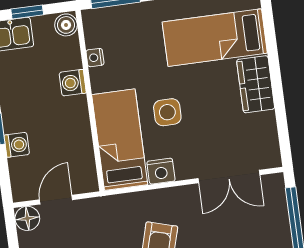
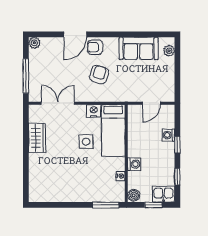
bed: (215, 38) -> (55, 178), removed
wardrobe: (256, 84) -> (37, 138), moved
floor lamp: (27, 218) -> (168, 95), removed

